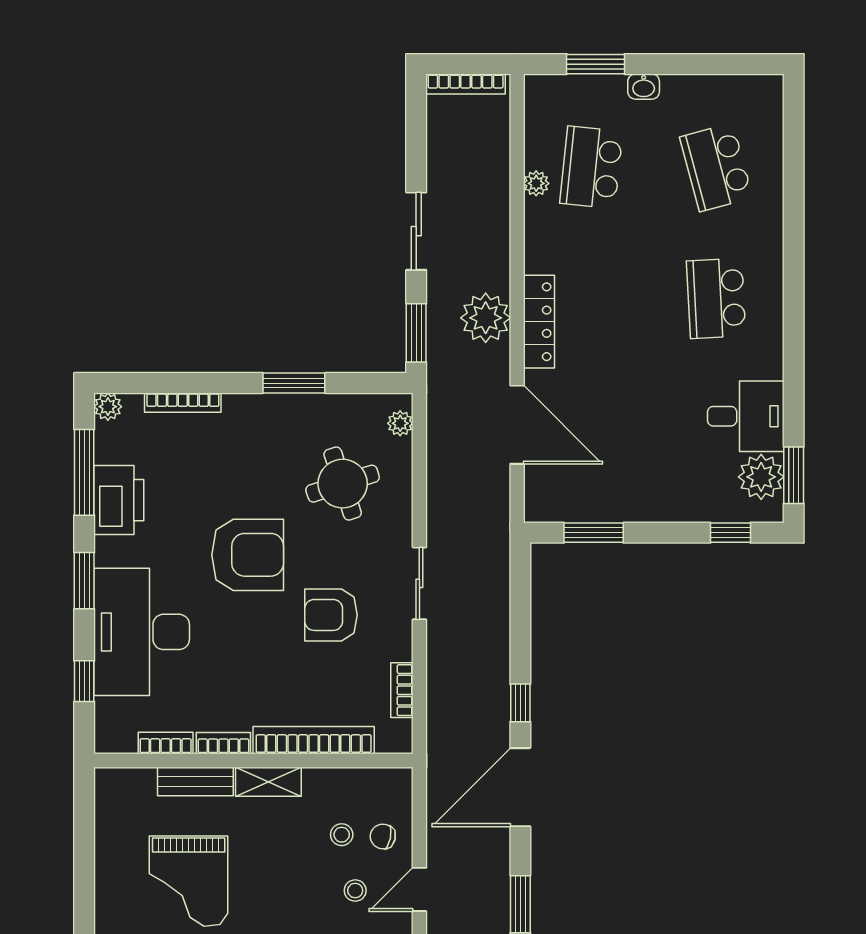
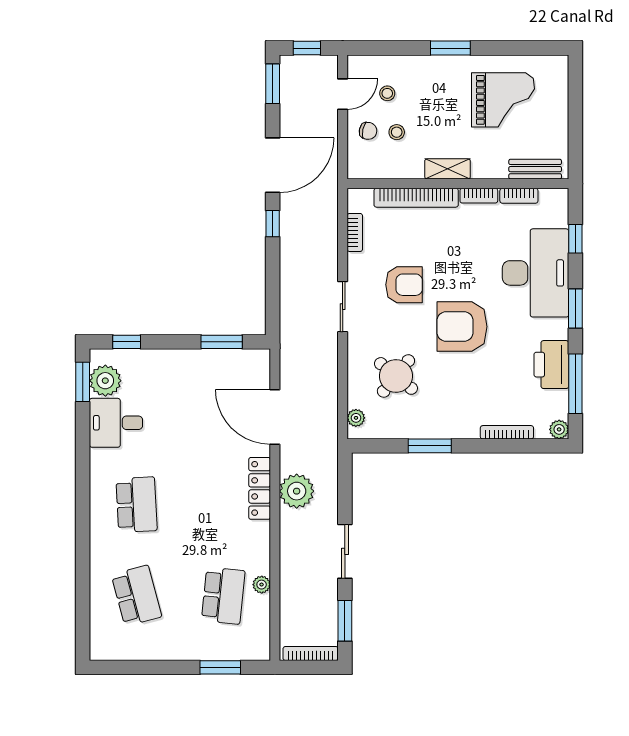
washbasin: (644, 87) -> (187, 652), removed
window: (416, 333) -> (345, 621), moved
round table: (343, 484) -> (396, 376), turned -33
bench: (195, 781) -> (535, 169), moved
grand piano: (189, 881) -> (503, 100), turned 90

